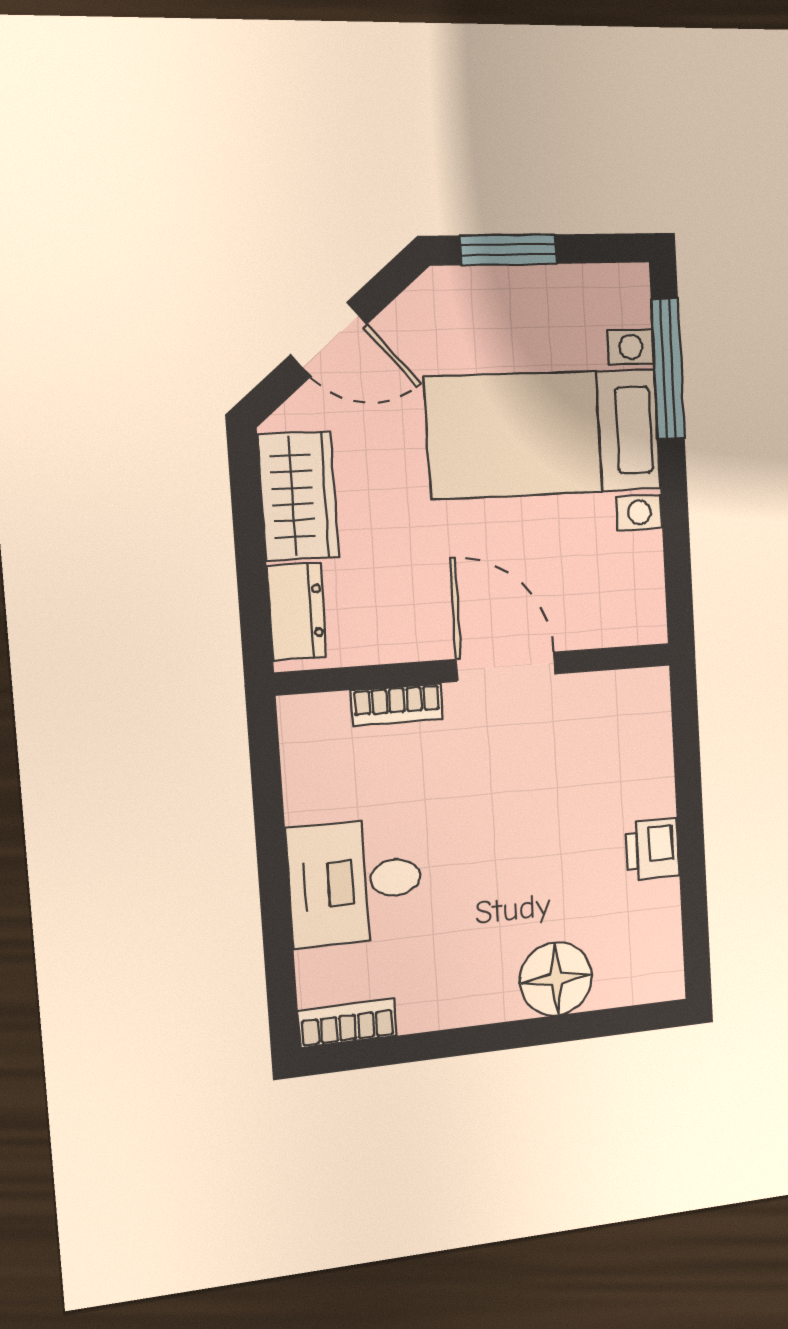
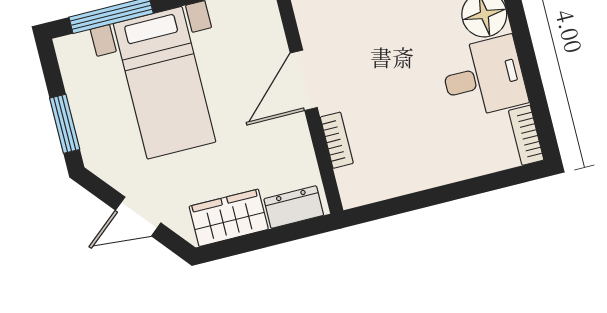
door: (329, 339) -> (138, 217), swing flipped
desk: (355, 882) -> (484, 77), moved, turned -90

